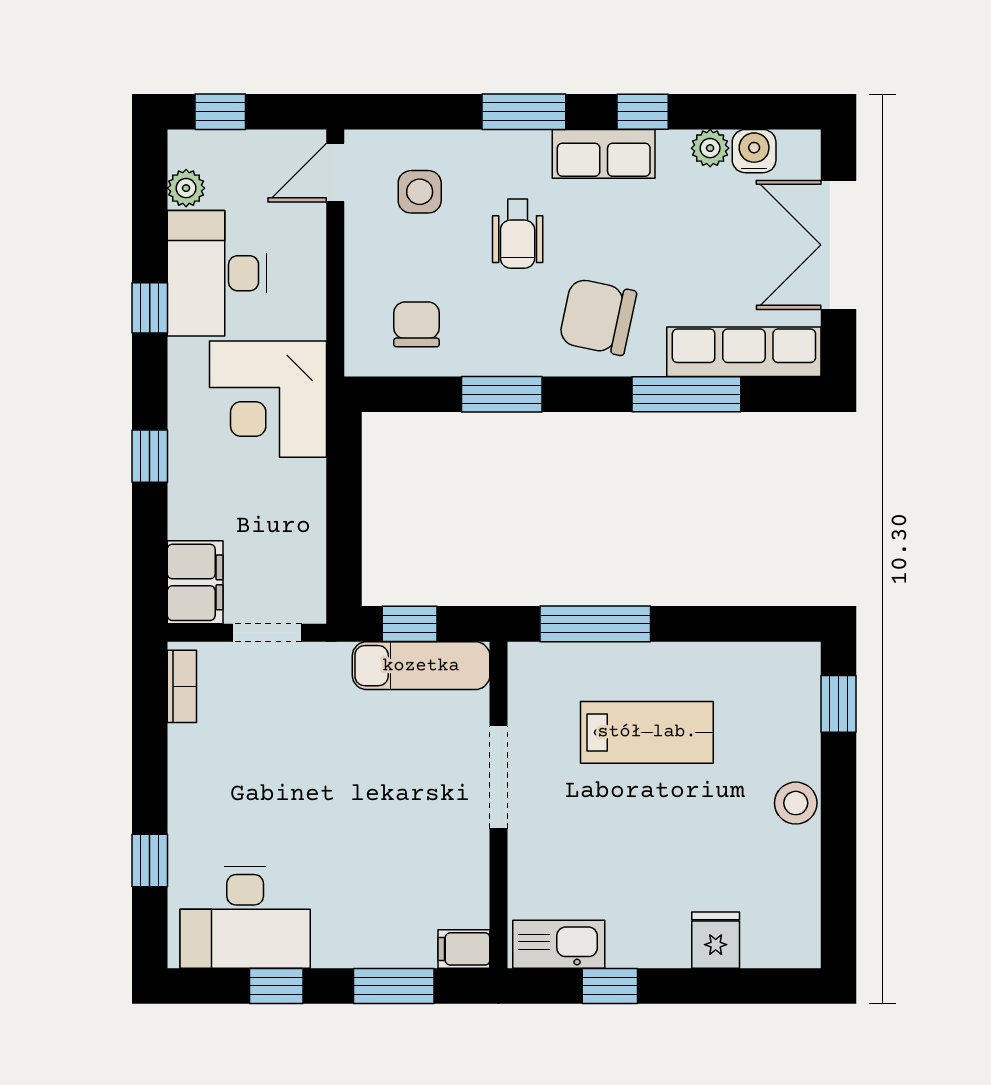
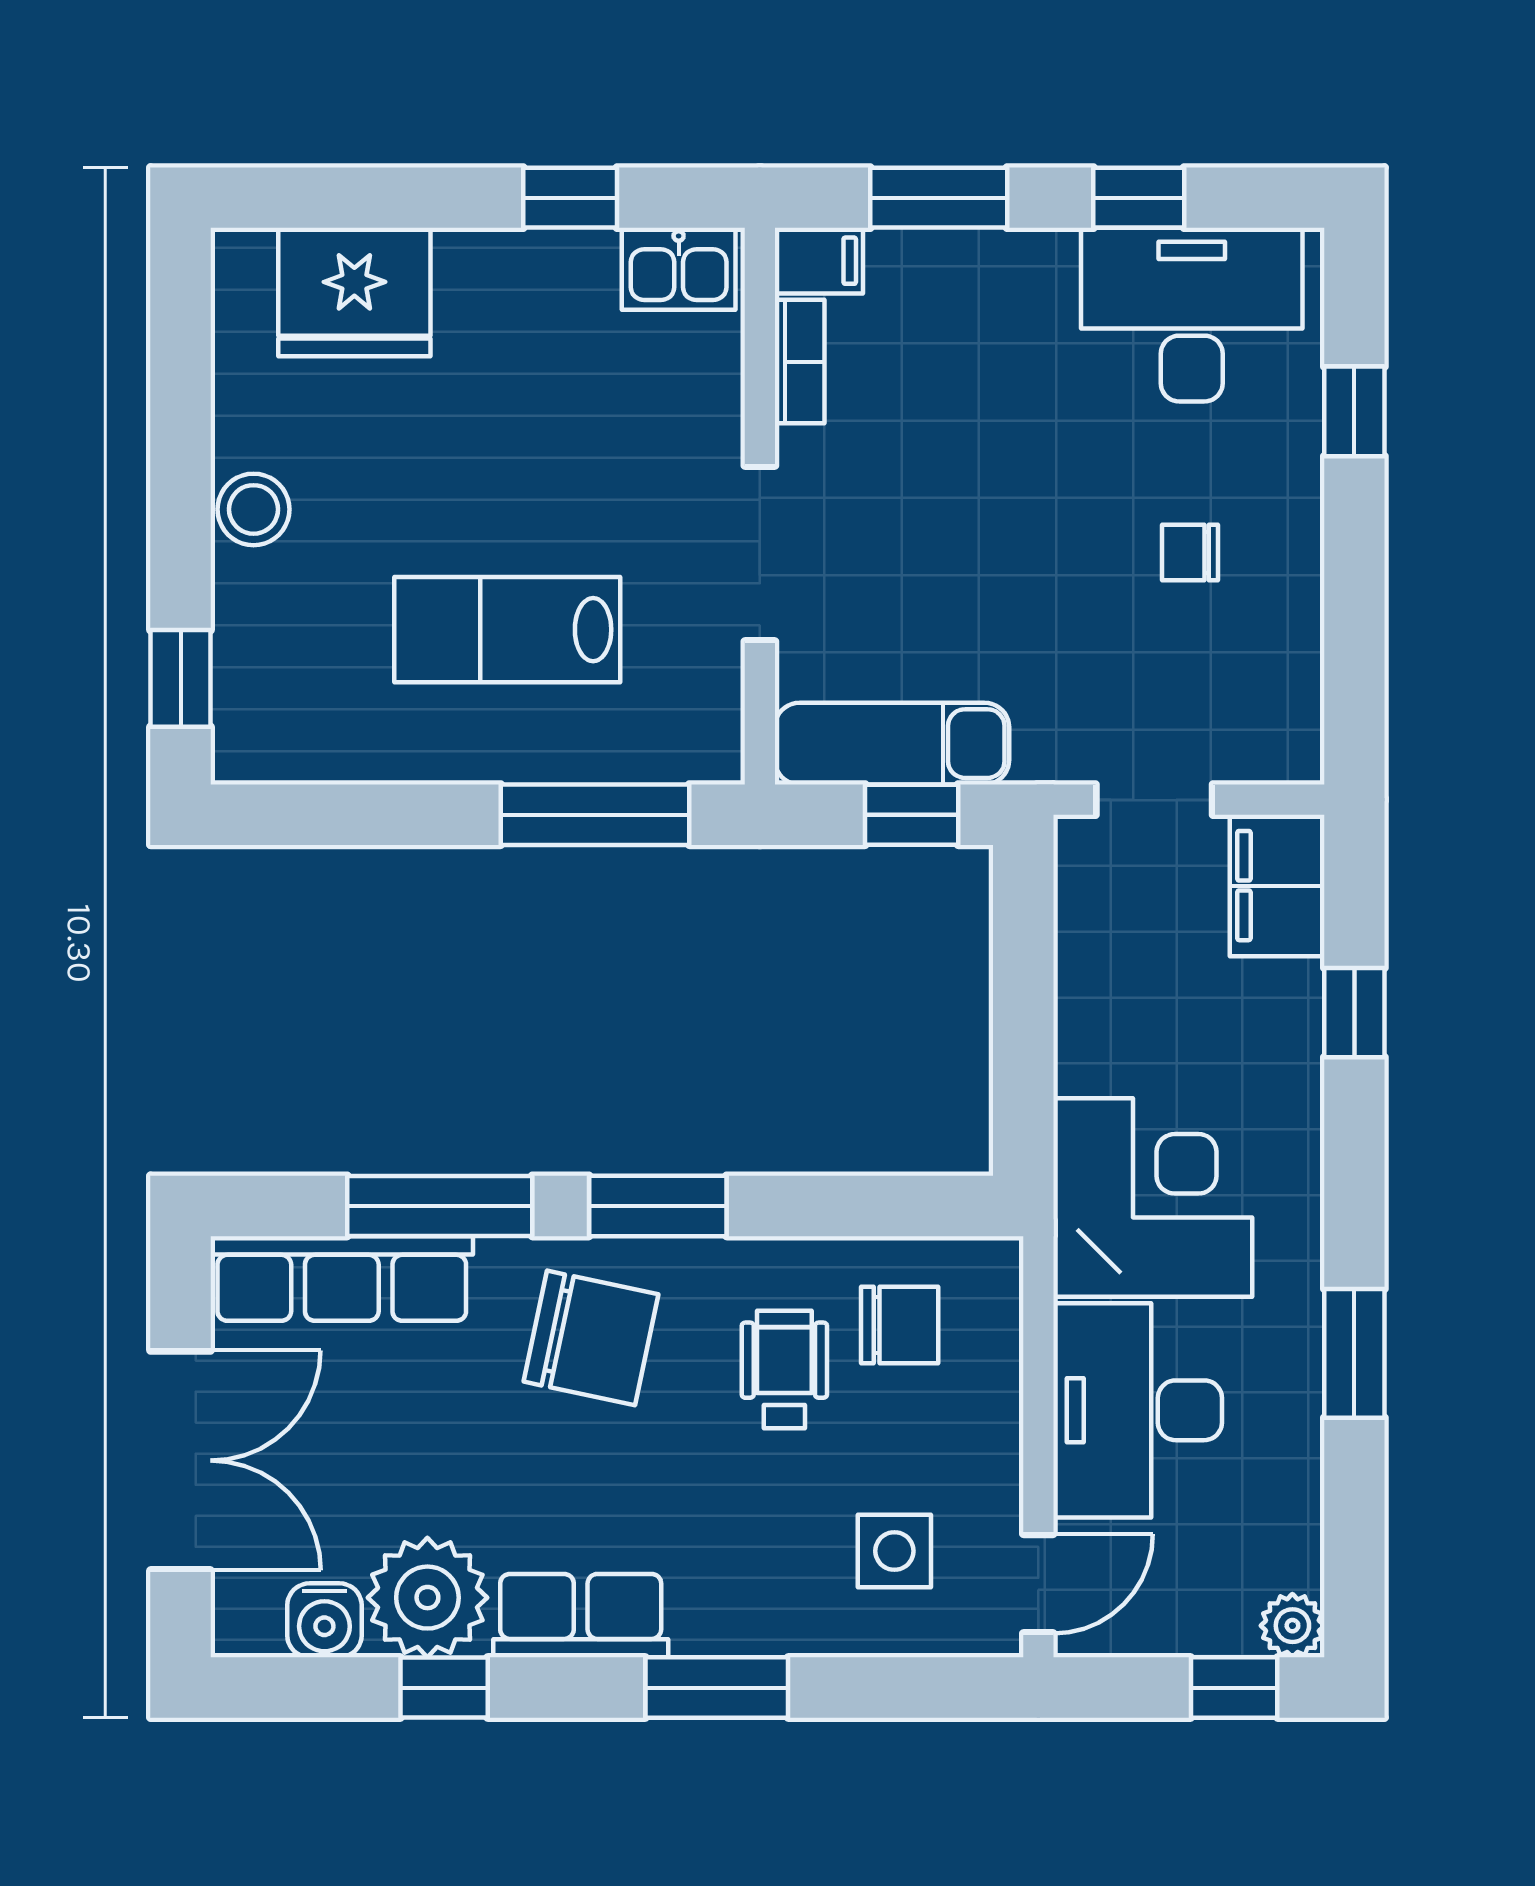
window: (643, 112) -> (444, 1688), moved
plant: (710, 148) -> (427, 1598), width x1.88, depth x1.88
plant: (186, 188) -> (1292, 1626), moved
wheelchair: (518, 234) -> (784, 1370), moved
desk: (217, 273) -> (1138, 1410), moved, turned 180
window: (150, 308) -> (1354, 1353), width x1.50
chair: (417, 324) -> (900, 1325), turned -90
window: (502, 394) -> (658, 1206), moved
window: (150, 456) -> (1354, 1013), moved
bookcase: (182, 686) -> (800, 362), moved, turned 180
chair: (246, 778) -> (1190, 552), added
fridge: (716, 940) -> (354, 292), width x1.88, depth x1.34
kitchen sink: (559, 944) -> (679, 269), width x0.73

